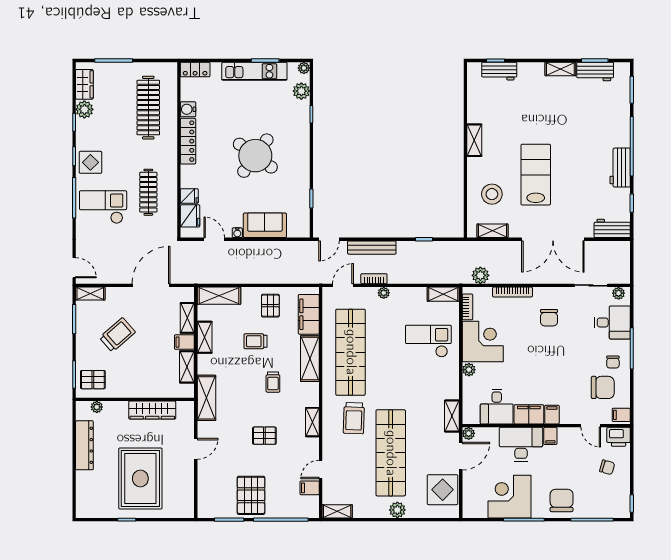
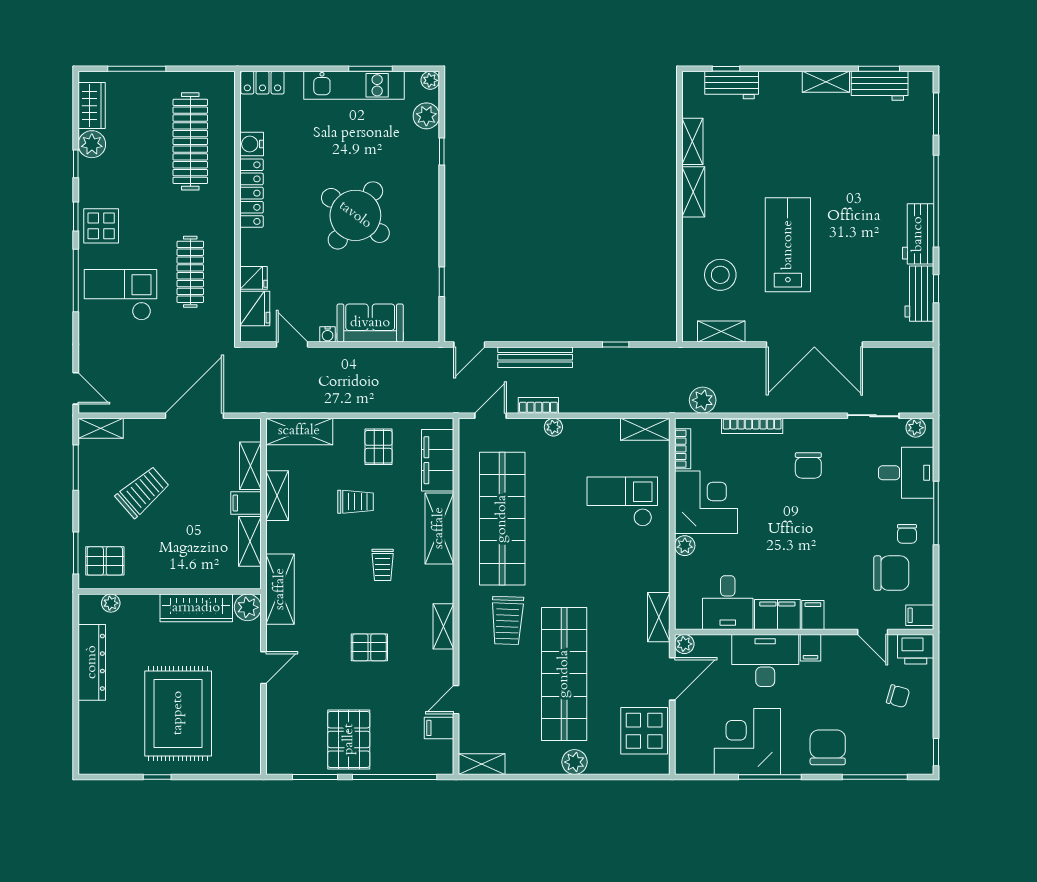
shelving: (474, 108) -> (692, 141), added
workbench: (612, 228) -> (919, 294), moved, turned -90
trolley: (255, 341) -> (356, 502), turned 180
plant: (186, 410) -> (248, 607), added

